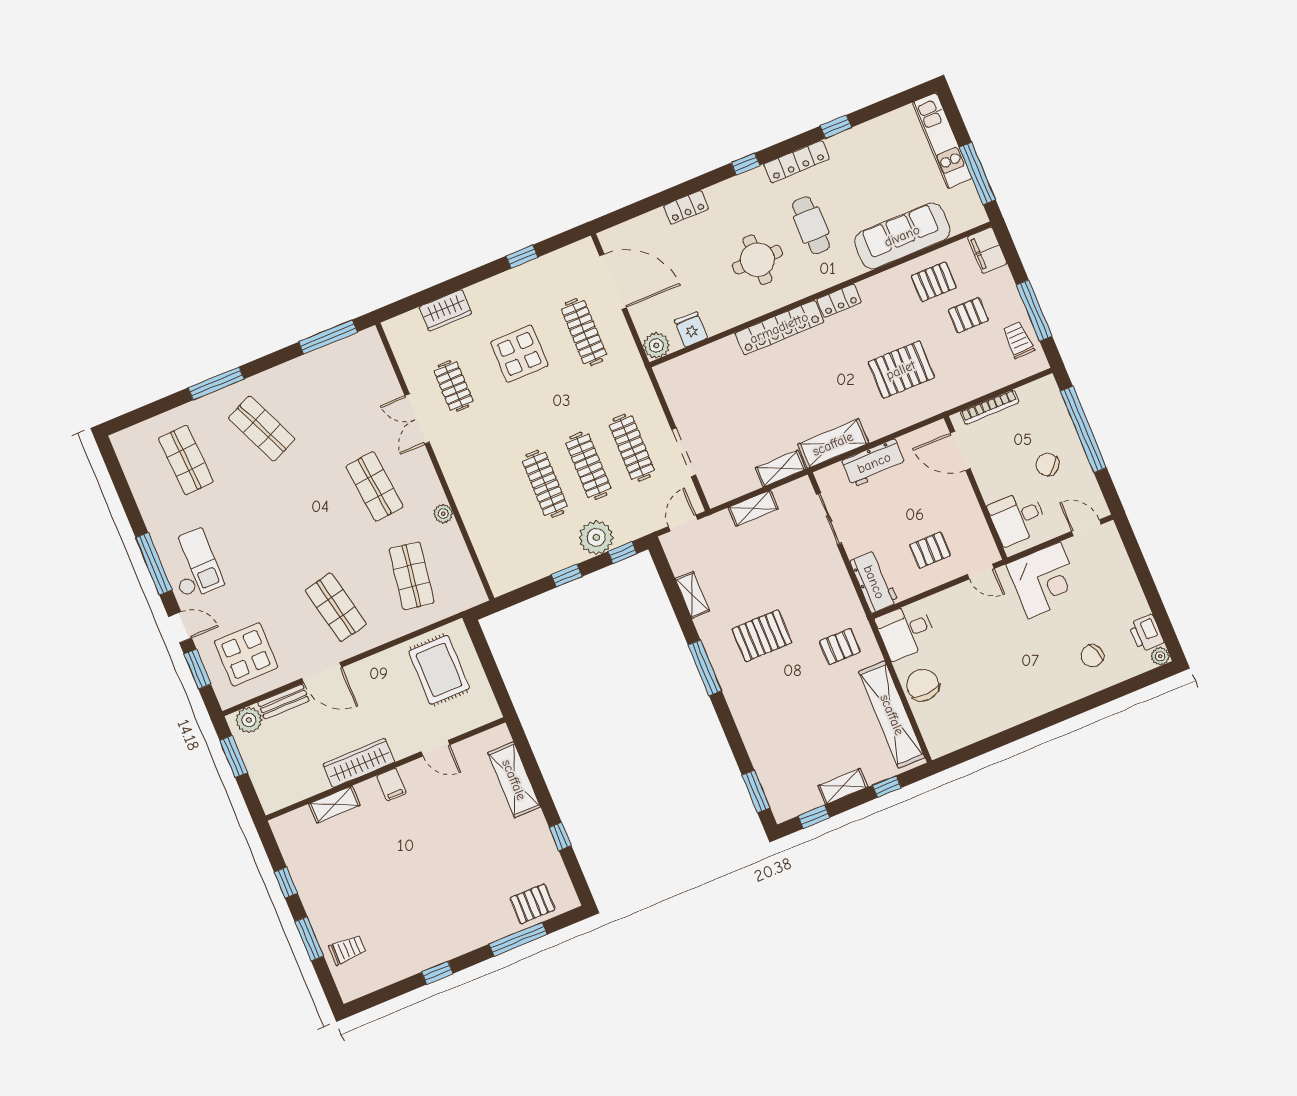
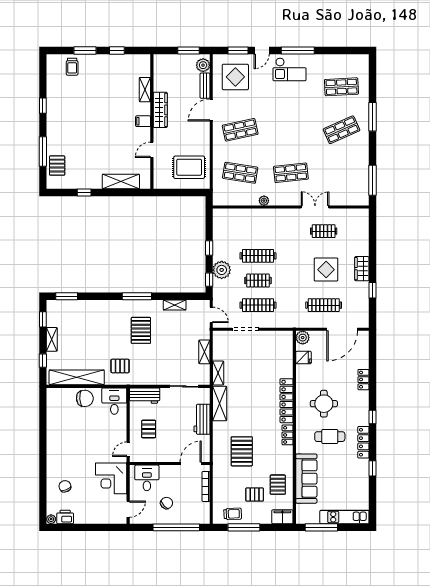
wardrobe: (445, 310) -> (362, 269), moved
pallet: (968, 315) -> (255, 495), turned 90
clothes rail: (588, 466) -> (258, 280), width x0.73
pallet: (840, 647) -> (120, 366), turned 90

